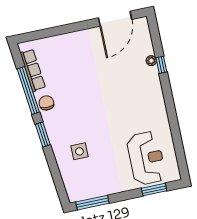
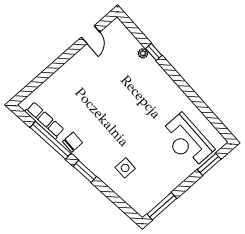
door: (115, 19) -> (91, 35), width x0.53
chair: (46, 103) -> (72, 142), turned 90
reception desk: (146, 158) -> (187, 141), turned 180

